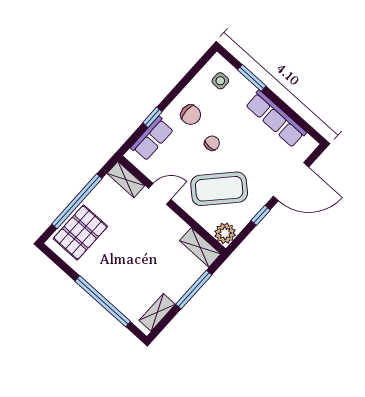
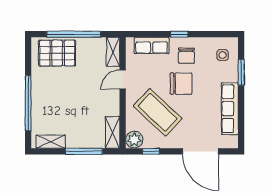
window: (152, 117) -> (179, 34), moved
chair: (212, 143) -> (181, 84), width x1.87, depth x1.87
door: (160, 194) -> (123, 80), swing flipped
window: (261, 215) -> (151, 151), moved

